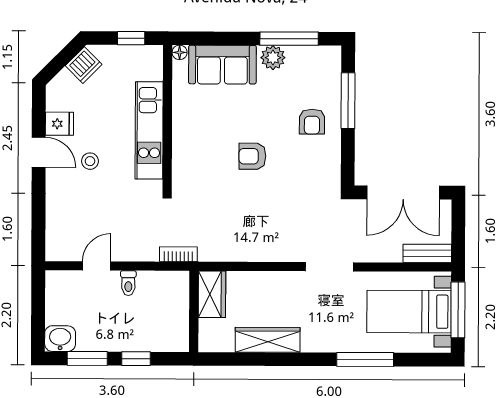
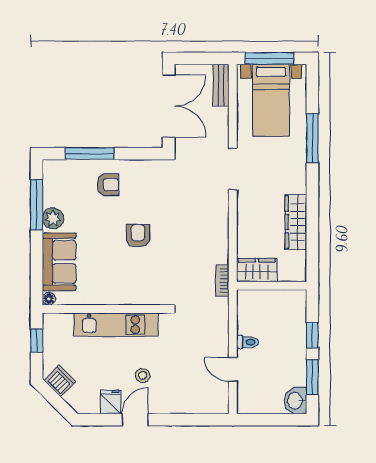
armchair: (252, 156) -> (138, 236), turned 180
bookcase: (178, 254) -> (222, 281), moved

